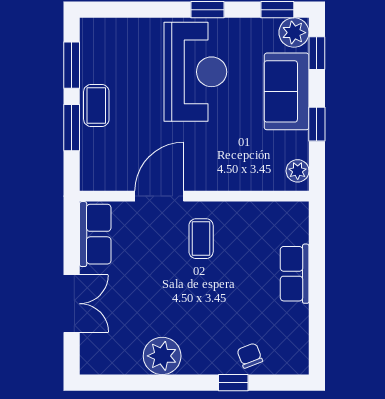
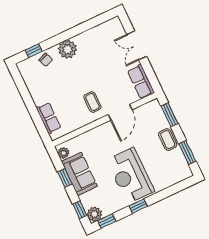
sofa: (287, 91) -> (79, 174), moved
window: (72, 128) -> (169, 115), moved
row of seats: (295, 274) -> (49, 118), moved
plant: (162, 356) -> (68, 49), moved
window: (233, 383) -> (34, 51), moved

